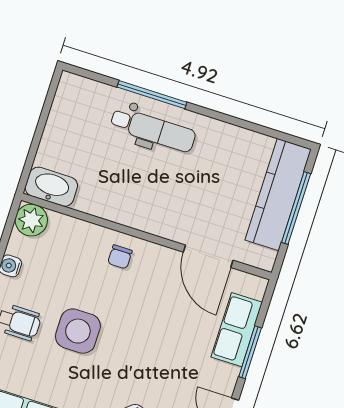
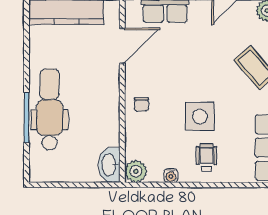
dental chair: (153, 130) -> (50, 109), width x1.36, depth x1.38
chair: (120, 257) -> (141, 104), turned 90

